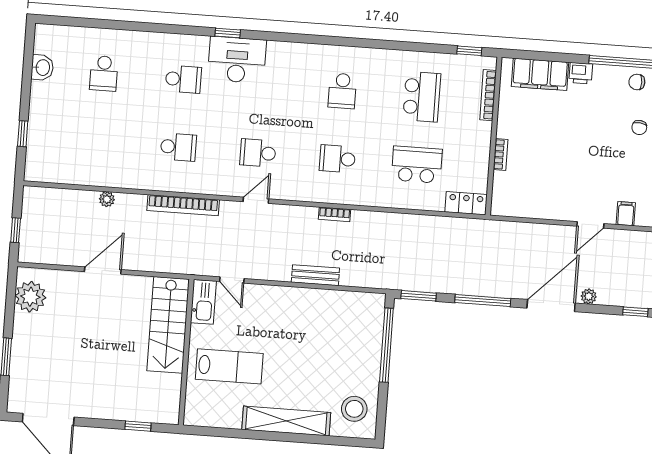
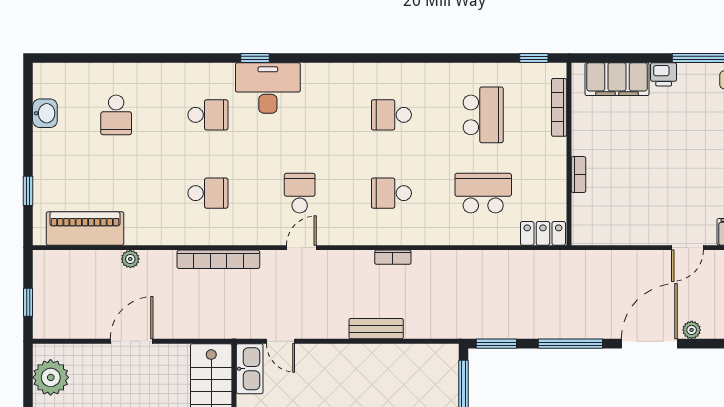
school desk: (342, 91) -> (391, 115), turned 90
school desk: (258, 153) -> (300, 193), turned 90
piano: (70, 170) -> (85, 228), added

